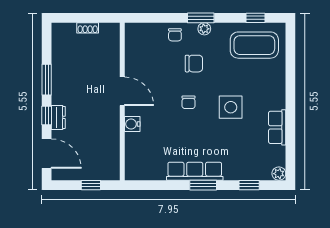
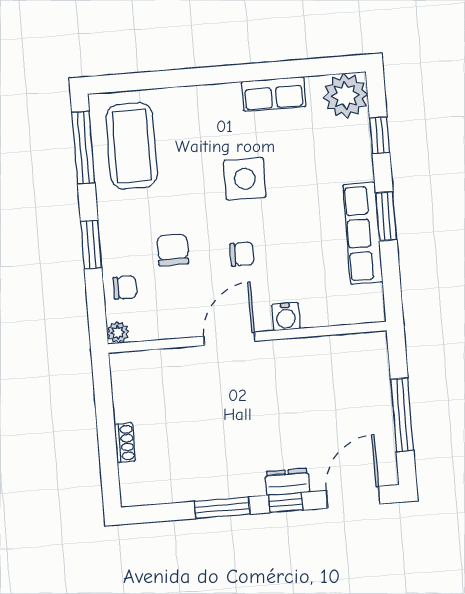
window: (256, 18) -> (83, 148), width x2.17
plant: (204, 29) -> (118, 332), moved
door: (122, 91) -> (229, 339), moved
wall: (122, 101) -> (247, 337), moved
water cooler: (132, 124) -> (286, 317), moved
plant: (279, 174) -> (345, 96), width x1.88, depth x1.88
window: (91, 185) -> (402, 415), width x2.17

